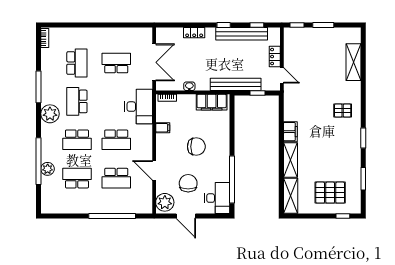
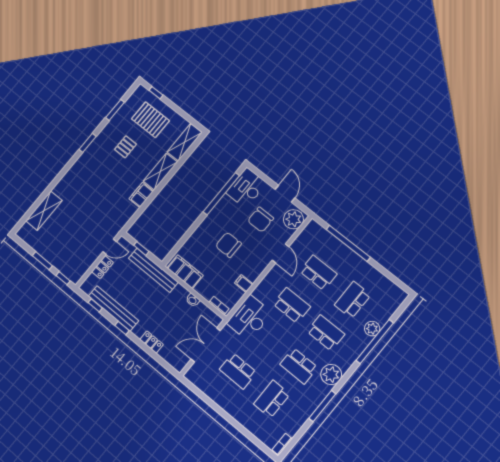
door: (282, 75) -> (110, 247), swing flipped
school desk: (77, 101) -> (299, 366), turned 90
pallet: (343, 110) -> (125, 147), moved, turned 90
school desk: (77, 178) -> (353, 300), turned 90

